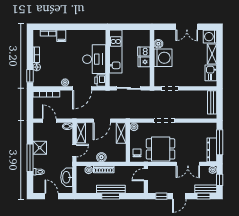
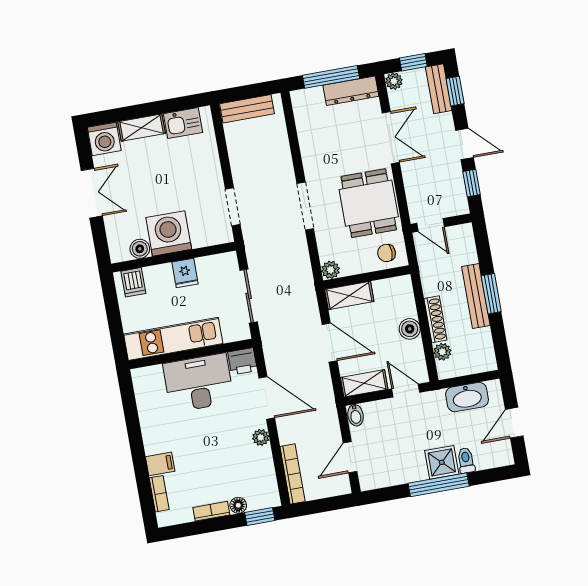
dishwasher: (144, 51) -> (133, 282), moved
shower: (40, 148) -> (442, 462), moved

